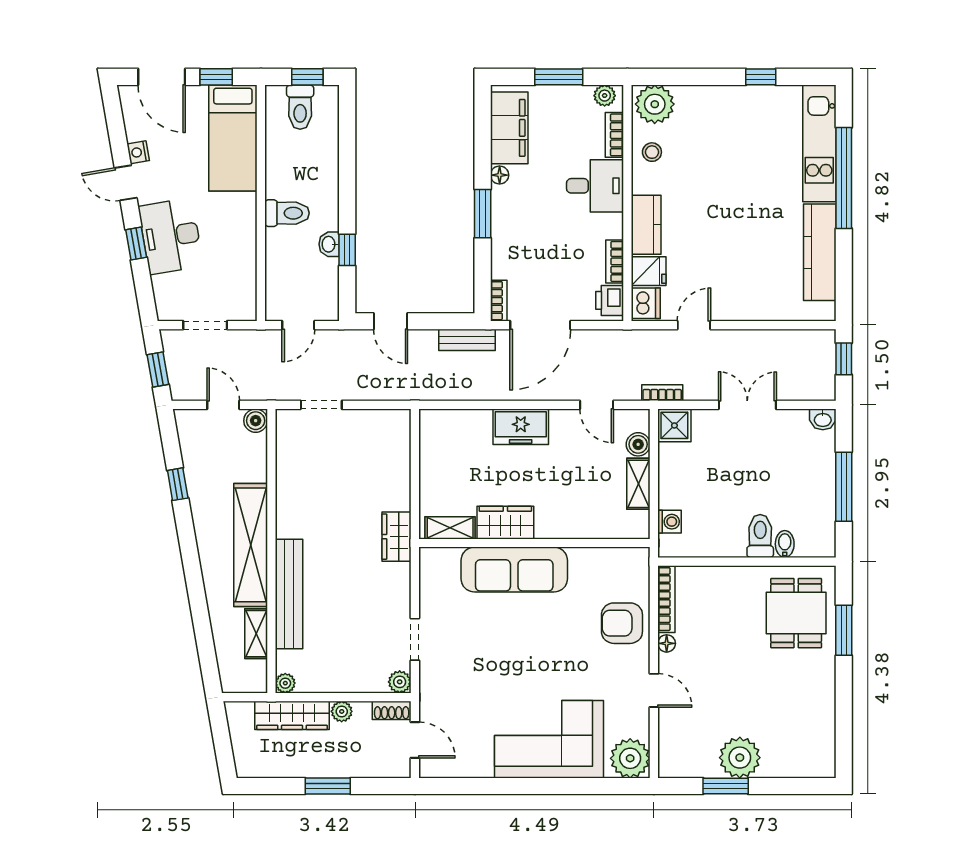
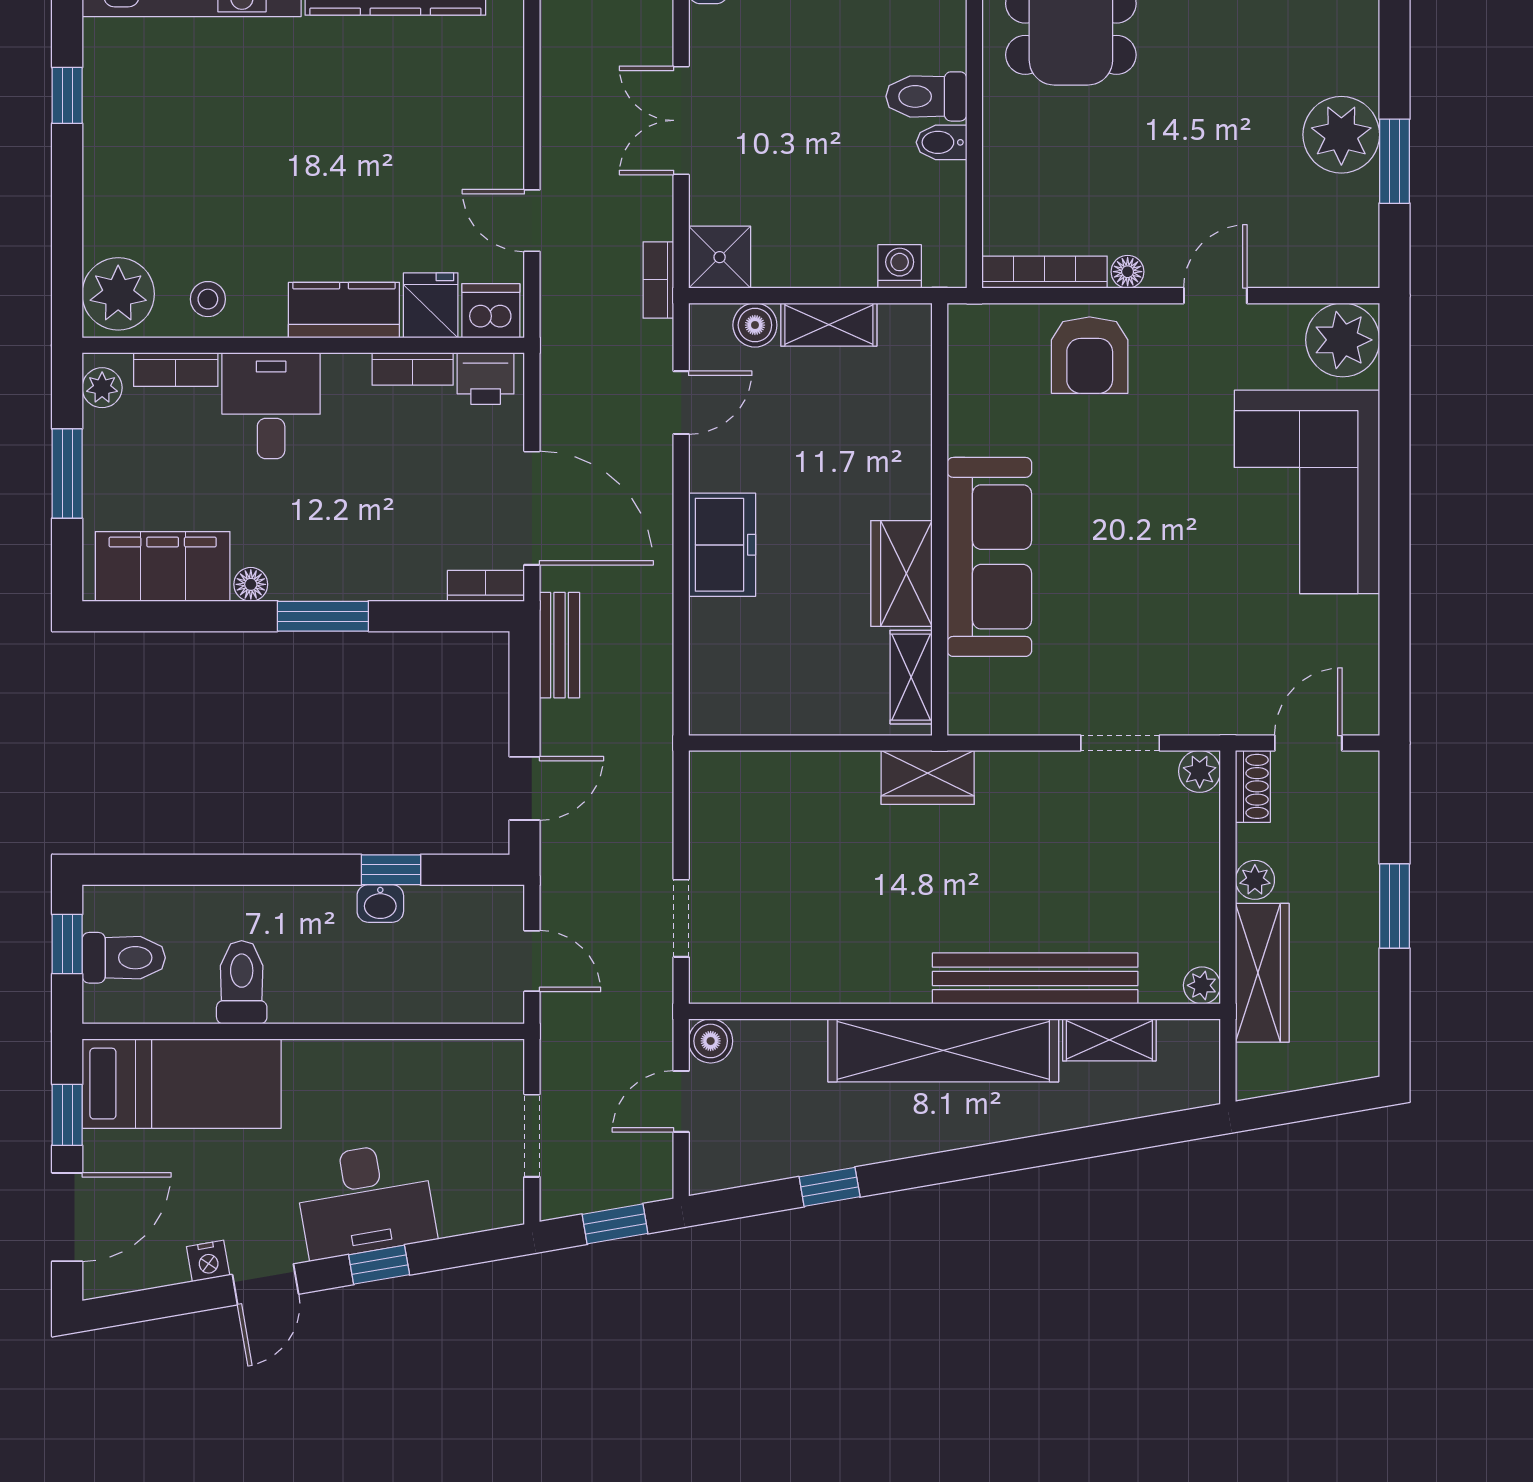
toilet: (287, 213) -> (242, 982), moved
bidet: (785, 544) -> (941, 142), moved

